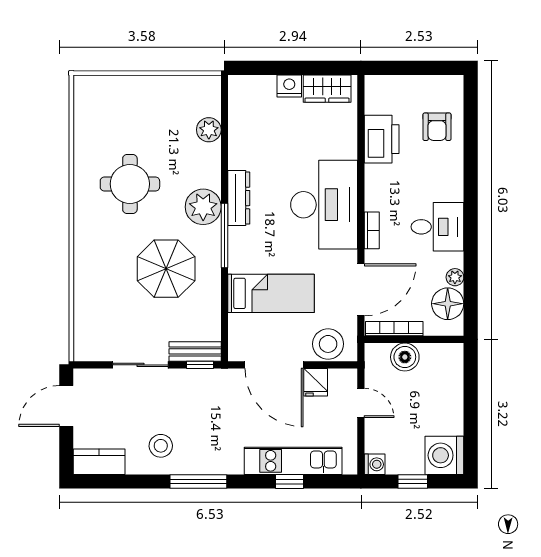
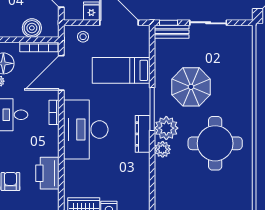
plant: (209, 130) -> (163, 149), moved
round table: (130, 184) -> (215, 143), width x1.36, depth x1.36
stool: (328, 344) -> (83, 37), width x0.53, depth x0.53

